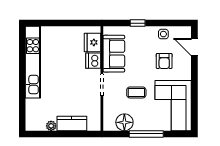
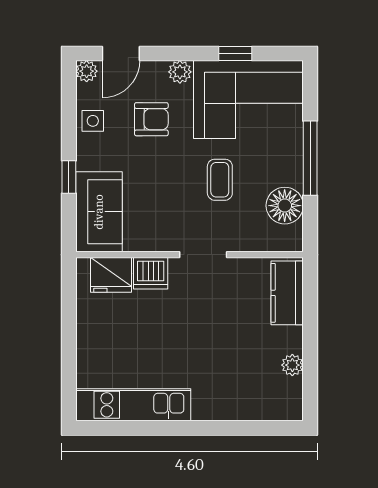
plant: (186, 31) -> (87, 71), added
sofa: (114, 54) -> (99, 212), moved, turned 90
kitchen unit: (33, 62) -> (133, 405), width x0.73
plant: (186, 74) -> (180, 72), added
window: (194, 100) -> (235, 53), added
kitchen counter: (72, 123) -> (287, 293), moved

